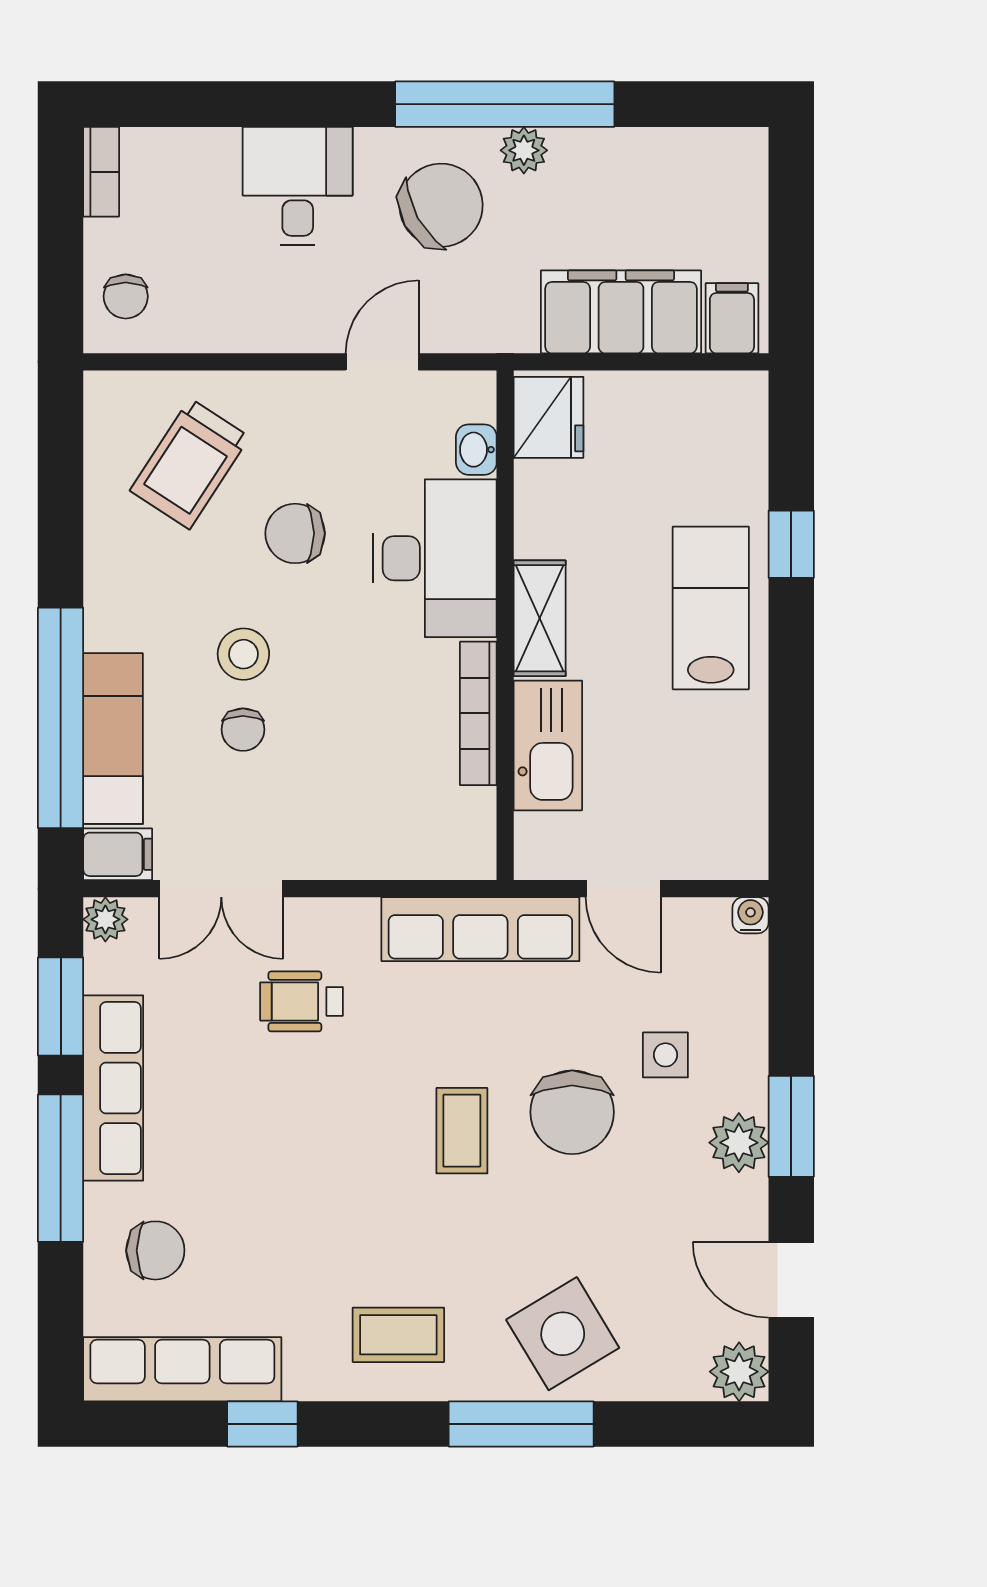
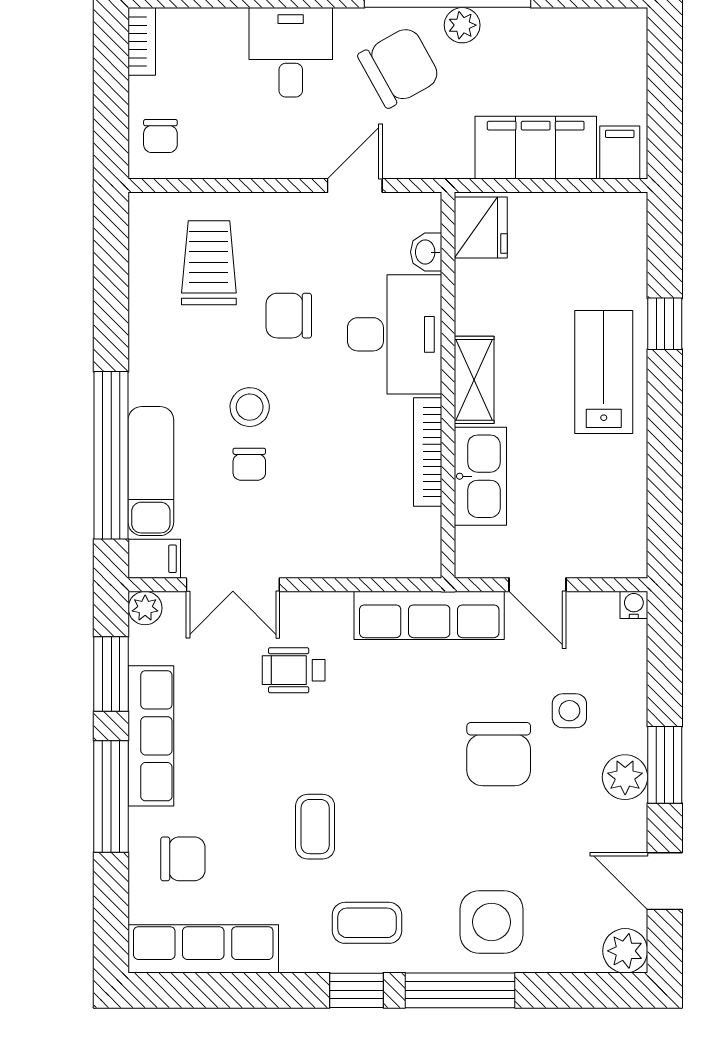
trolley: (190, 464) -> (209, 263), turned 147
coffee table: (462, 1131) -> (315, 827), moved
side table: (563, 1334) -> (492, 922), turned 31
window: (262, 1424) -> (356, 990), moved

